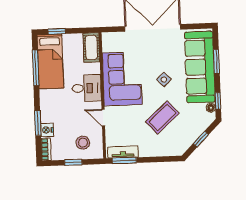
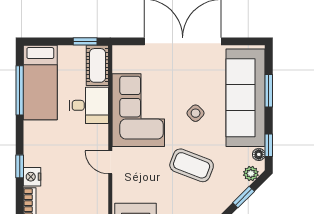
window: (57, 31) -> (85, 41), moved
desk: (87, 88) -> (89, 105), moved
coffee table: (162, 117) -> (192, 165), turned 63
plant: (206, 122) -> (251, 173), added
window: (38, 123) -> (20, 166), width x0.67
stool: (83, 143) -> (81, 196), removed

